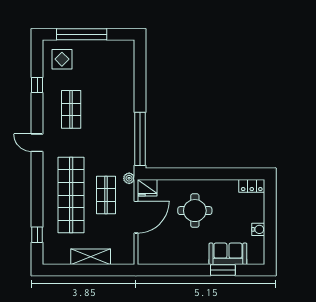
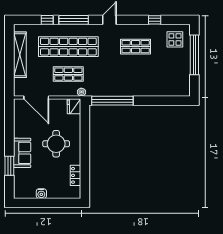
locker: (252, 186) -> (76, 175), moved
window: (37, 188) -> (74, 20), added
door: (136, 217) -> (36, 98), moved
window: (37, 235) -> (47, 20), moved
sofa: (228, 254) -> (22, 153), moved
shelving: (91, 257) -> (20, 55), width x1.47

